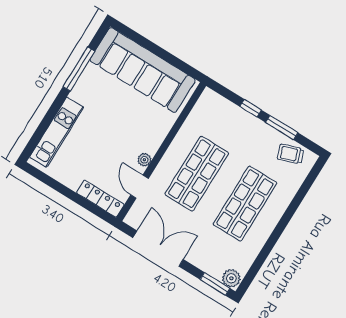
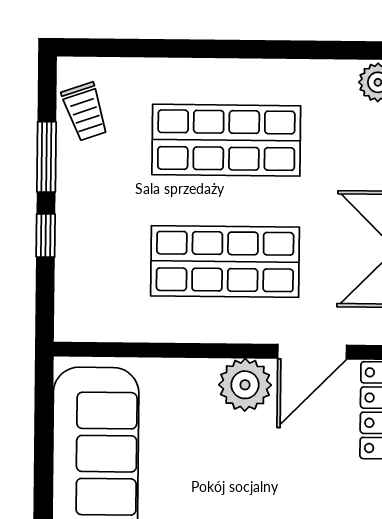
plant: (144, 160) -> (245, 385), width x1.88, depth x1.88
door: (139, 187) -> (312, 352), width x1.38

